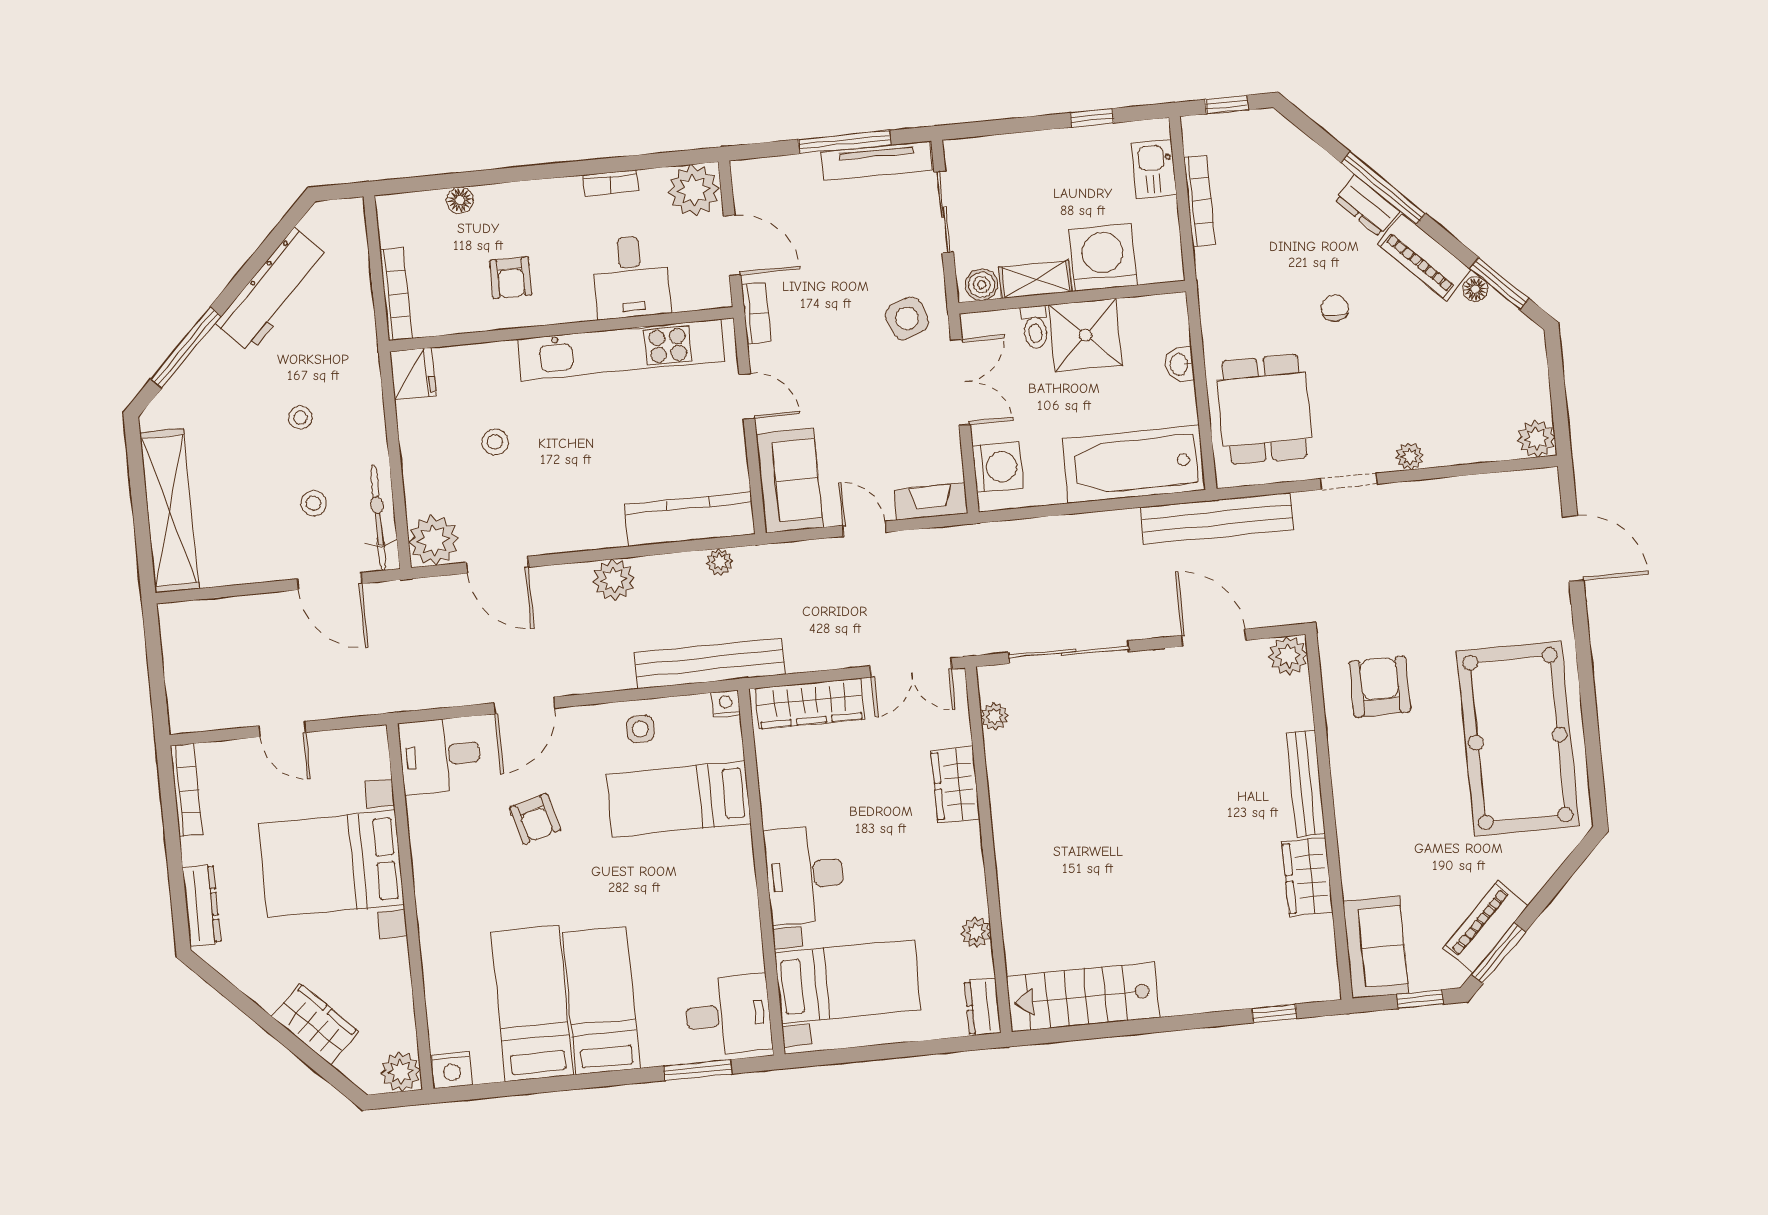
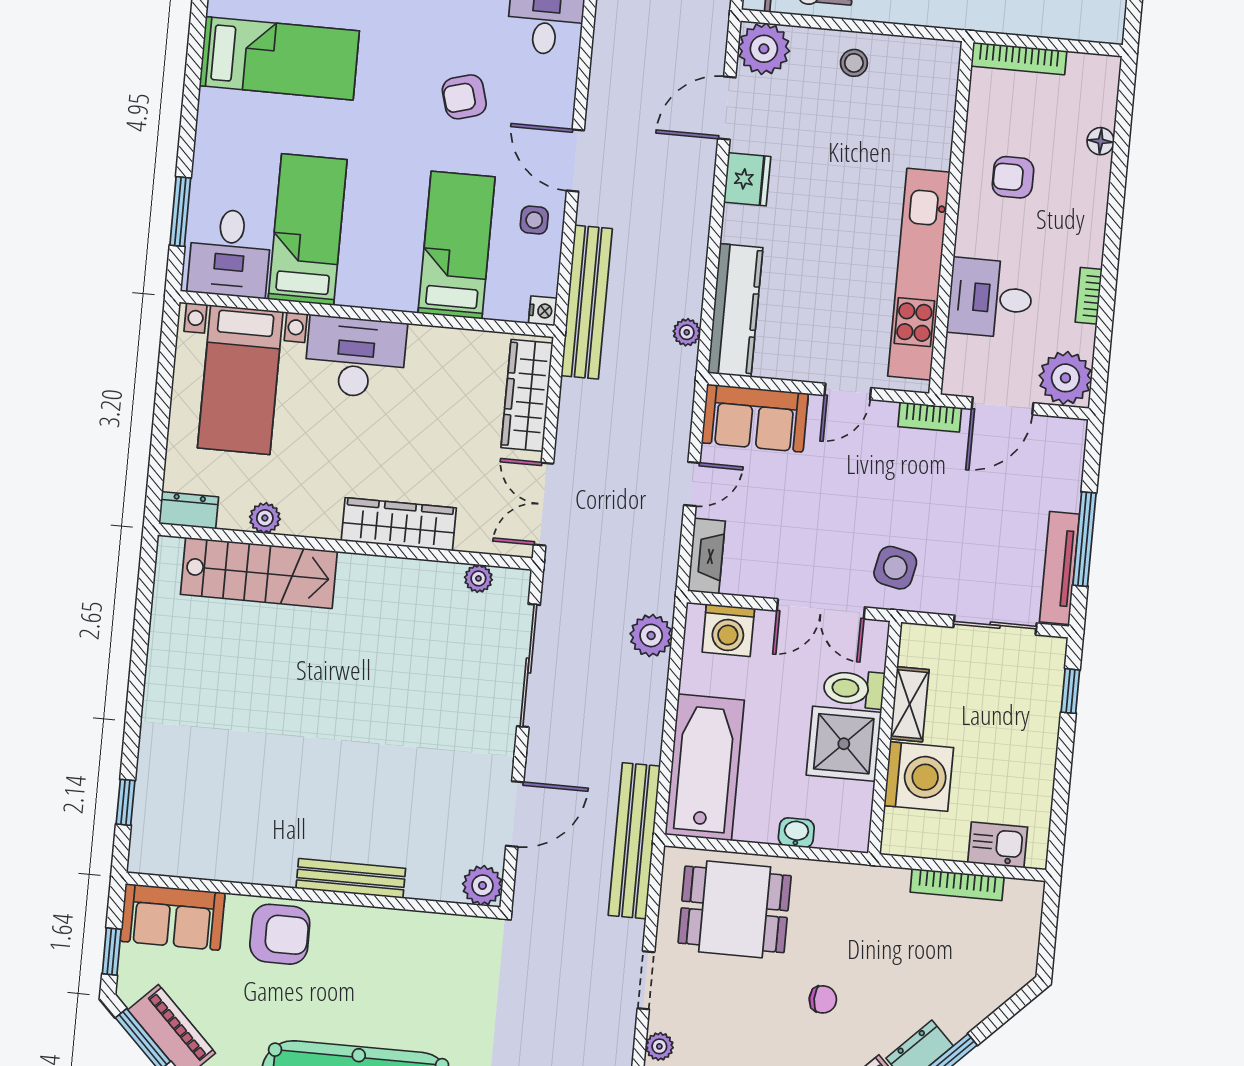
window: (1227, 105) -> (1048, 930), removed
window: (1092, 118) -> (1070, 691), moved
boiler: (982, 285) -> (915, 649), removed
side table: (907, 318) -> (895, 568), turned 32
toilet: (1035, 327) -> (854, 689), width x1.37, depth x1.39
fridge: (413, 374) -> (747, 179), moved, turned -90
stool: (495, 442) -> (854, 63), moved
plant: (614, 580) -> (651, 635), moved
armchair: (1380, 687) -> (280, 934), moved
door: (524, 705) -> (575, 160), moved
wardrobe: (955, 785) -> (399, 524), width x1.50
wardrobe: (1307, 877) -> (256, 862), removed
stairs: (1083, 997) -> (259, 573), moved, turned 90
bed: (601, 1000) -> (308, 229), moved, turned -90

